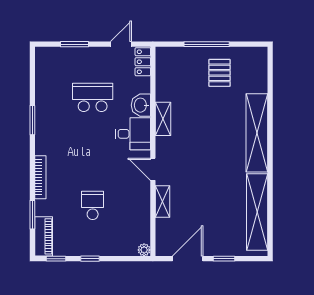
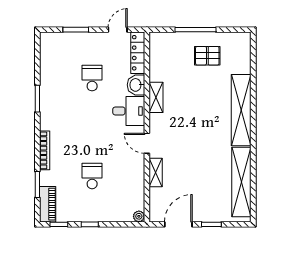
locker: (143, 62) -> (138, 53), width x1.53
pallet: (220, 73) -> (207, 56), turned 90
school desk: (93, 97) -> (92, 78), width x0.54

